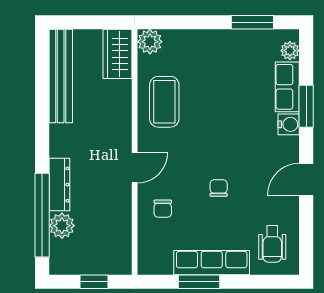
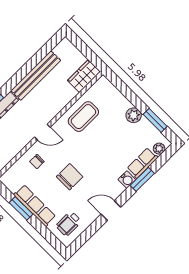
plant: (150, 42) -> (134, 115), moved
bench: (61, 76) -> (36, 75), moved
chair: (219, 188) -> (70, 177), width x1.87, depth x1.87

